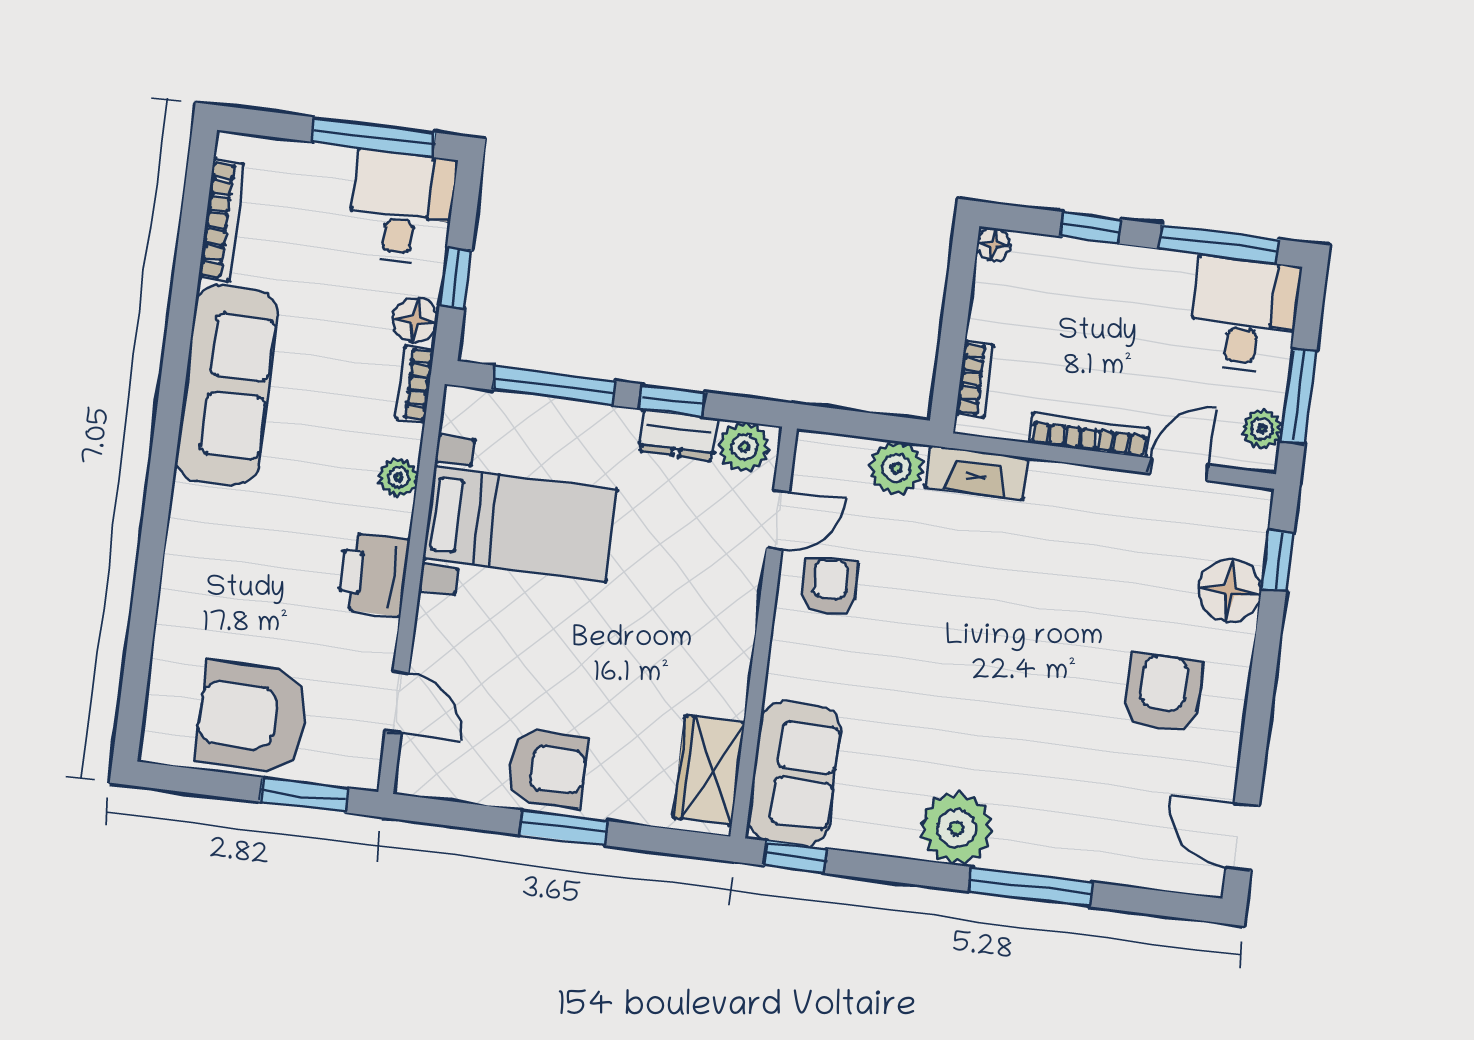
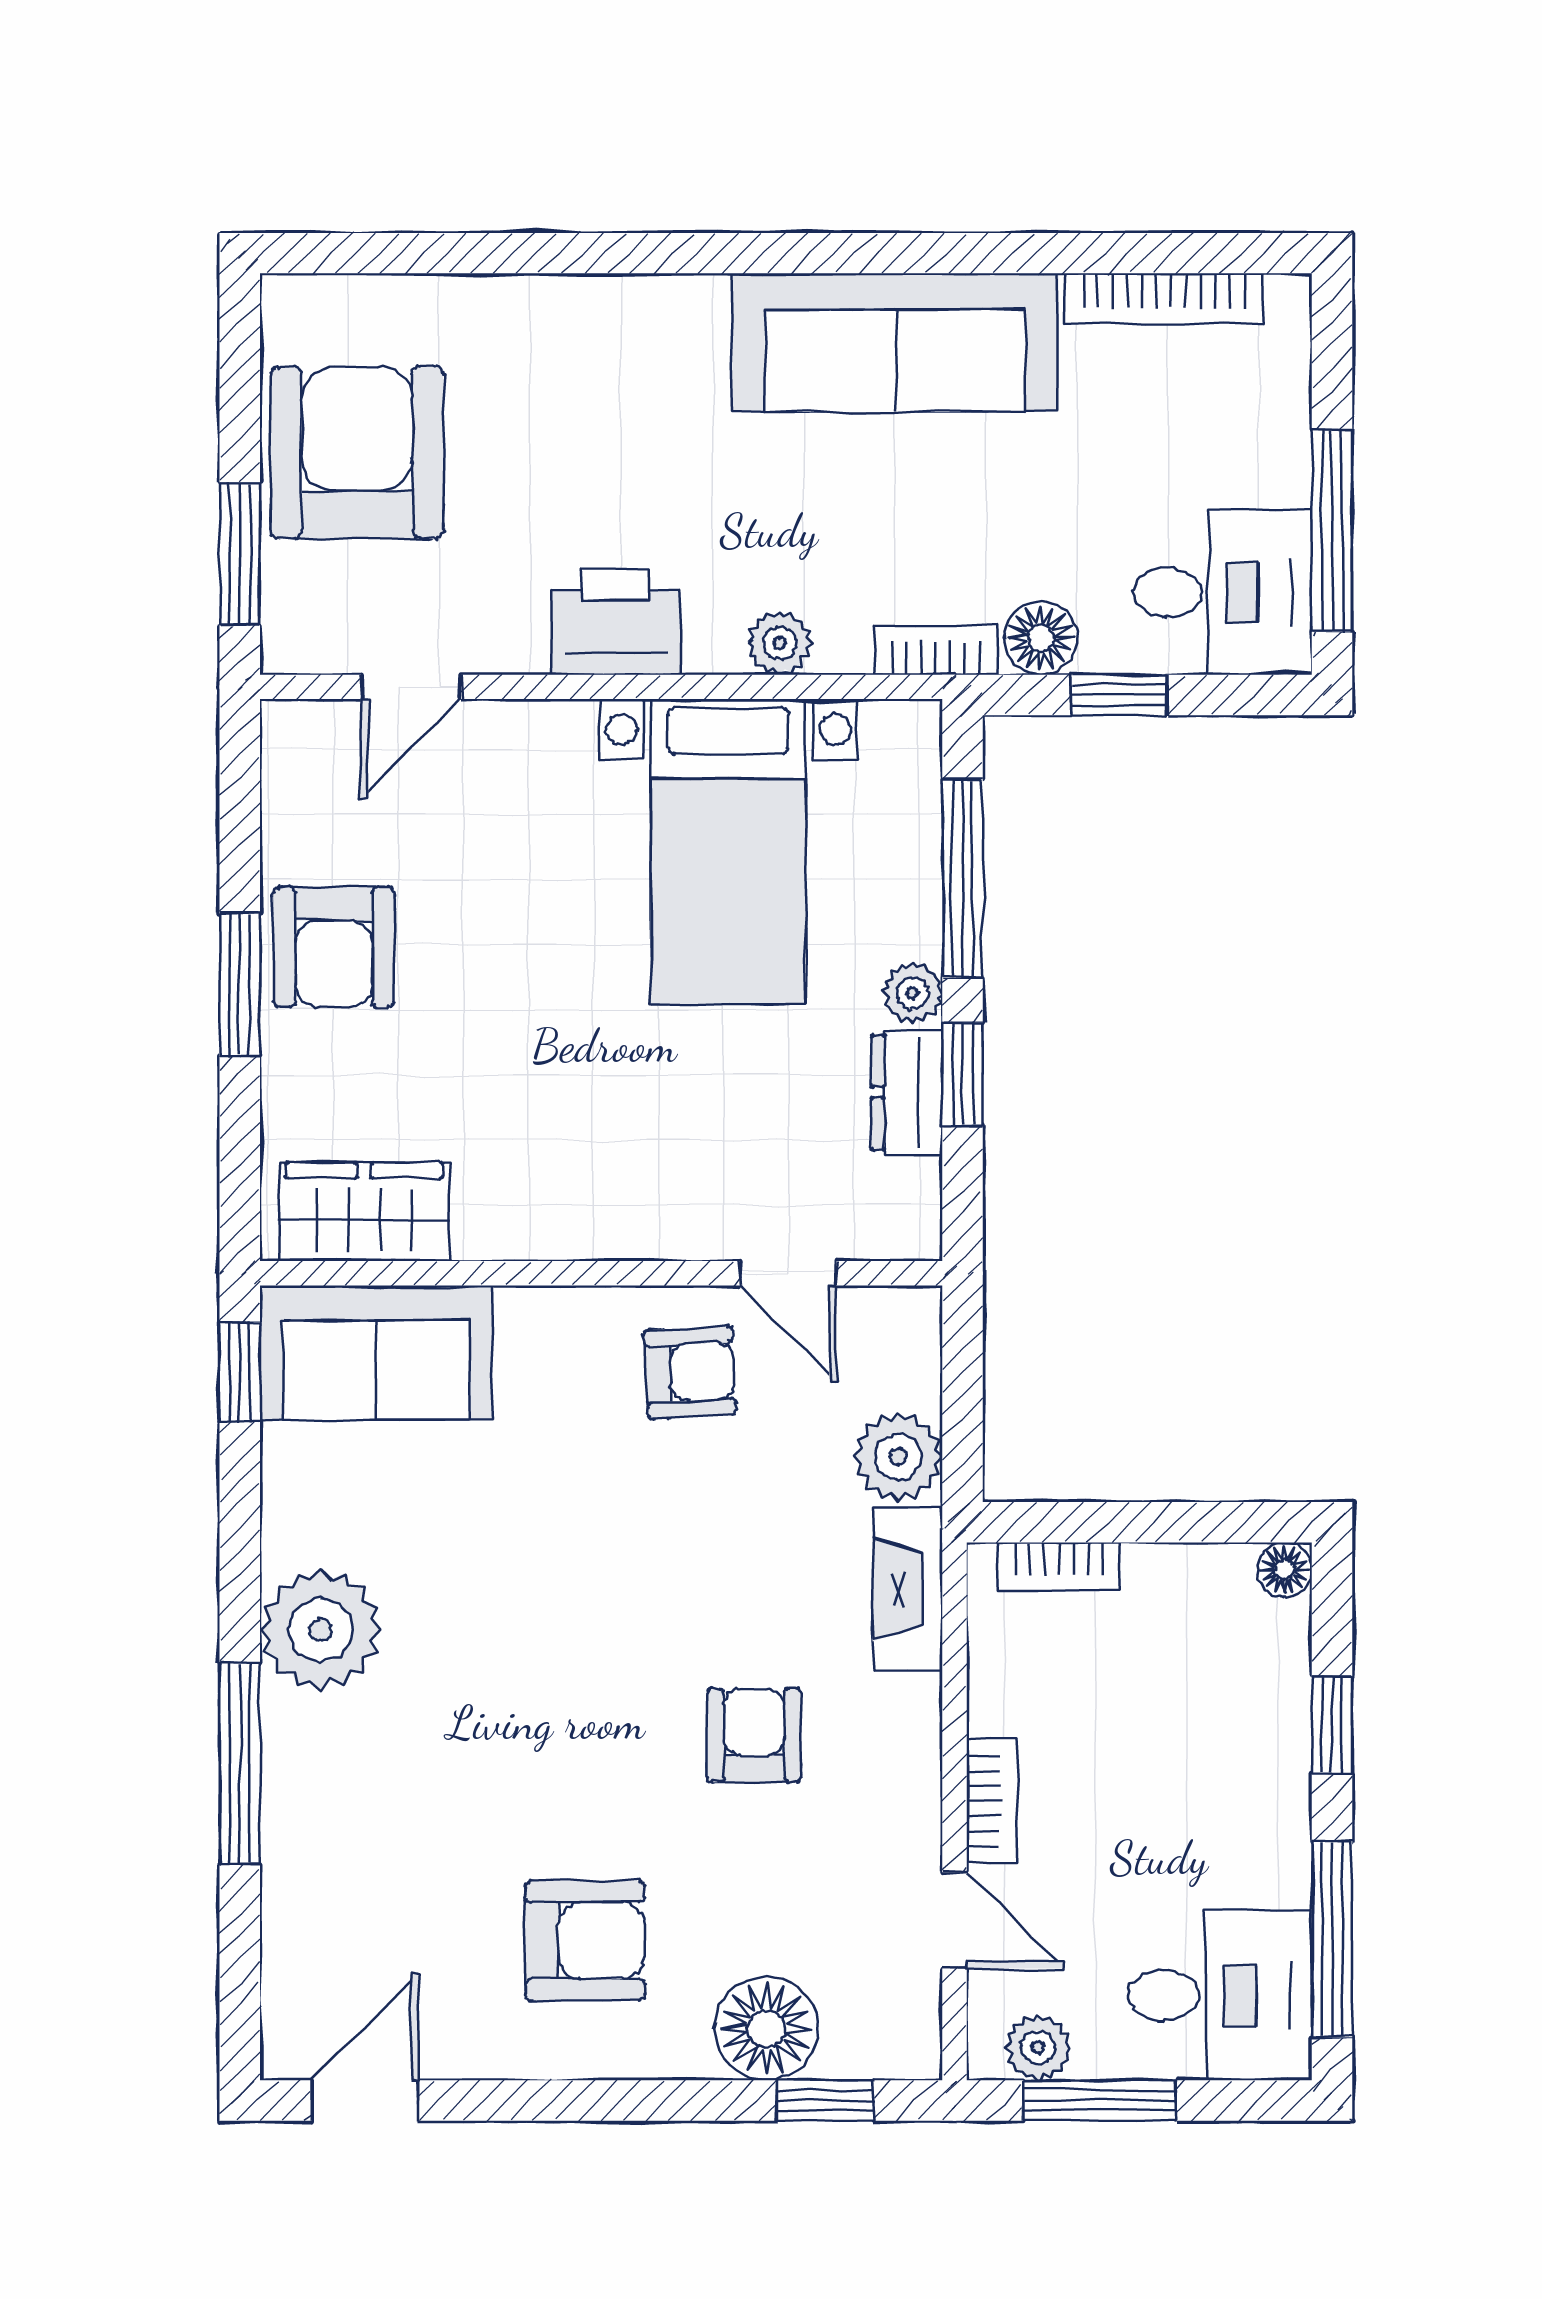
bookcase: (1089, 435) -> (991, 1801), width x0.64
plant: (744, 447) -> (912, 993), moved, width x0.73, depth x0.73
armchair: (1053, 576) -> (754, 1735), added

